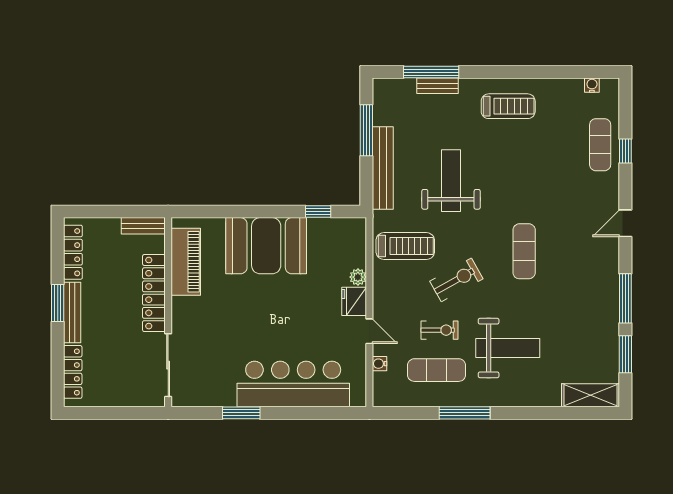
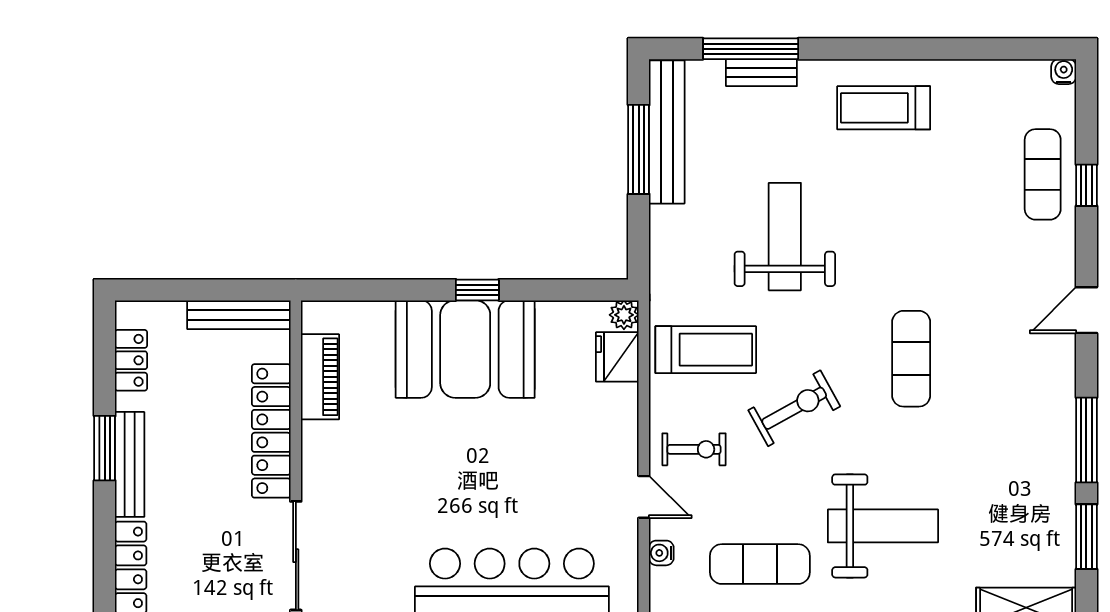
water cooler: (592, 85) -> (1064, 72), moved
treadmill: (508, 106) -> (884, 108), turned 180
bench: (383, 168) -> (667, 132), moved
window: (318, 212) -> (477, 290), moved
bench: (143, 226) -> (239, 315), width x1.36
locker: (73, 252) -> (131, 360), width x0.66
piano: (186, 262) -> (320, 377), width x0.73, depth x0.75
plant: (358, 277) -> (624, 315), moved
fridge: (354, 301) -> (617, 357), moved
exercise bike: (440, 330) -> (694, 449), moved

